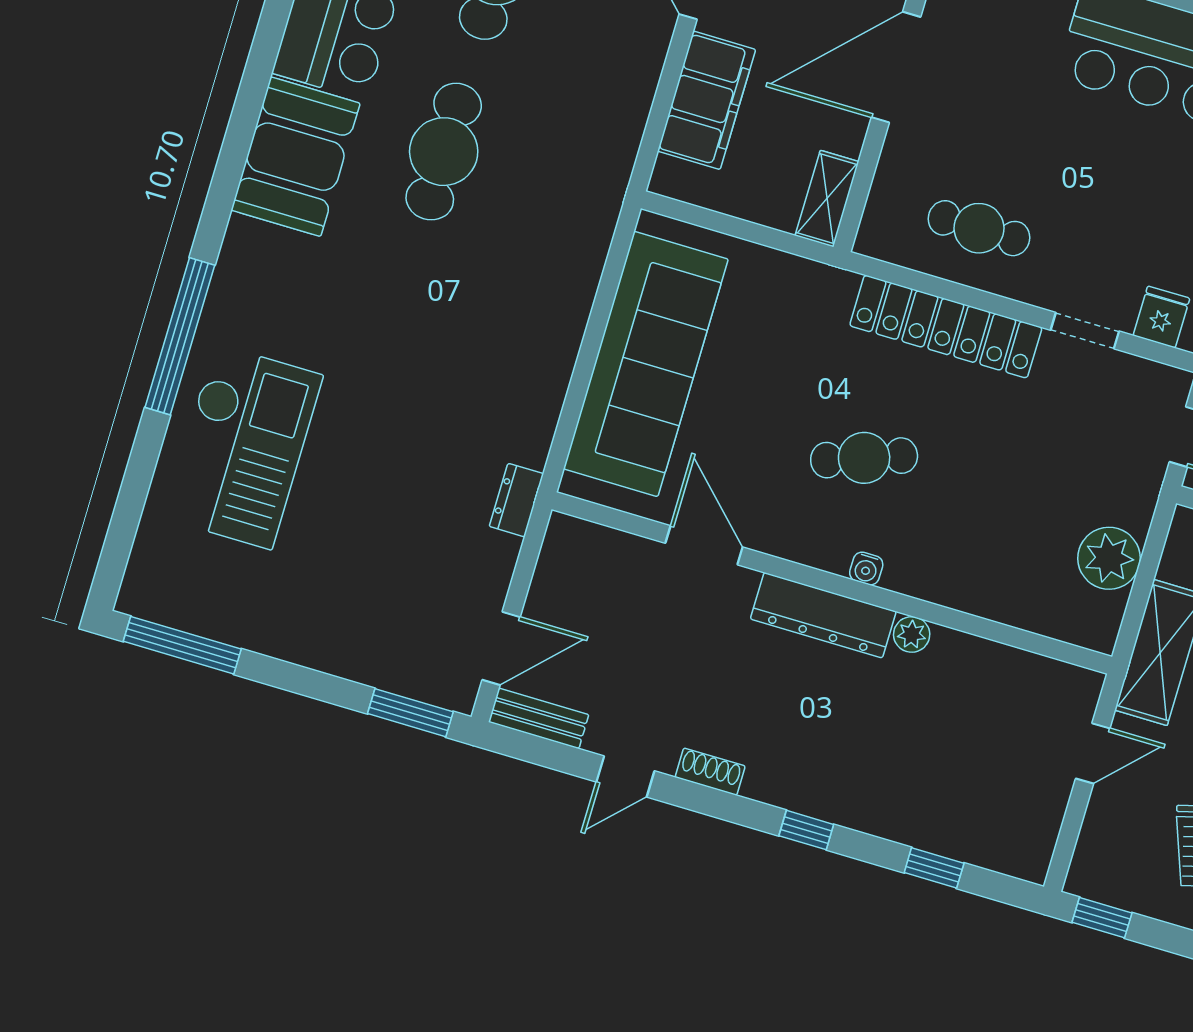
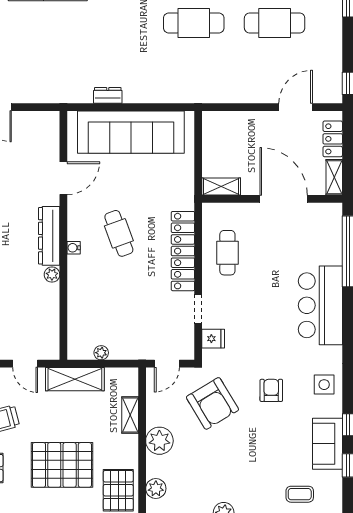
filing cabinet: (707, 100) -> (247, 125), removed
dresser: (516, 500) -> (108, 95), moved
plant: (1109, 558) -> (101, 353), width x0.53, depth x0.53

